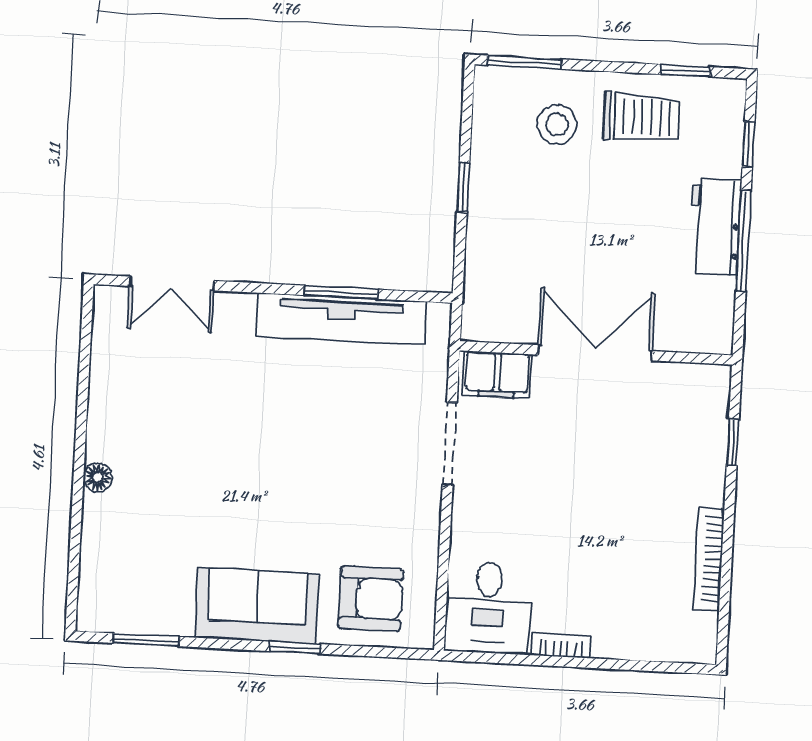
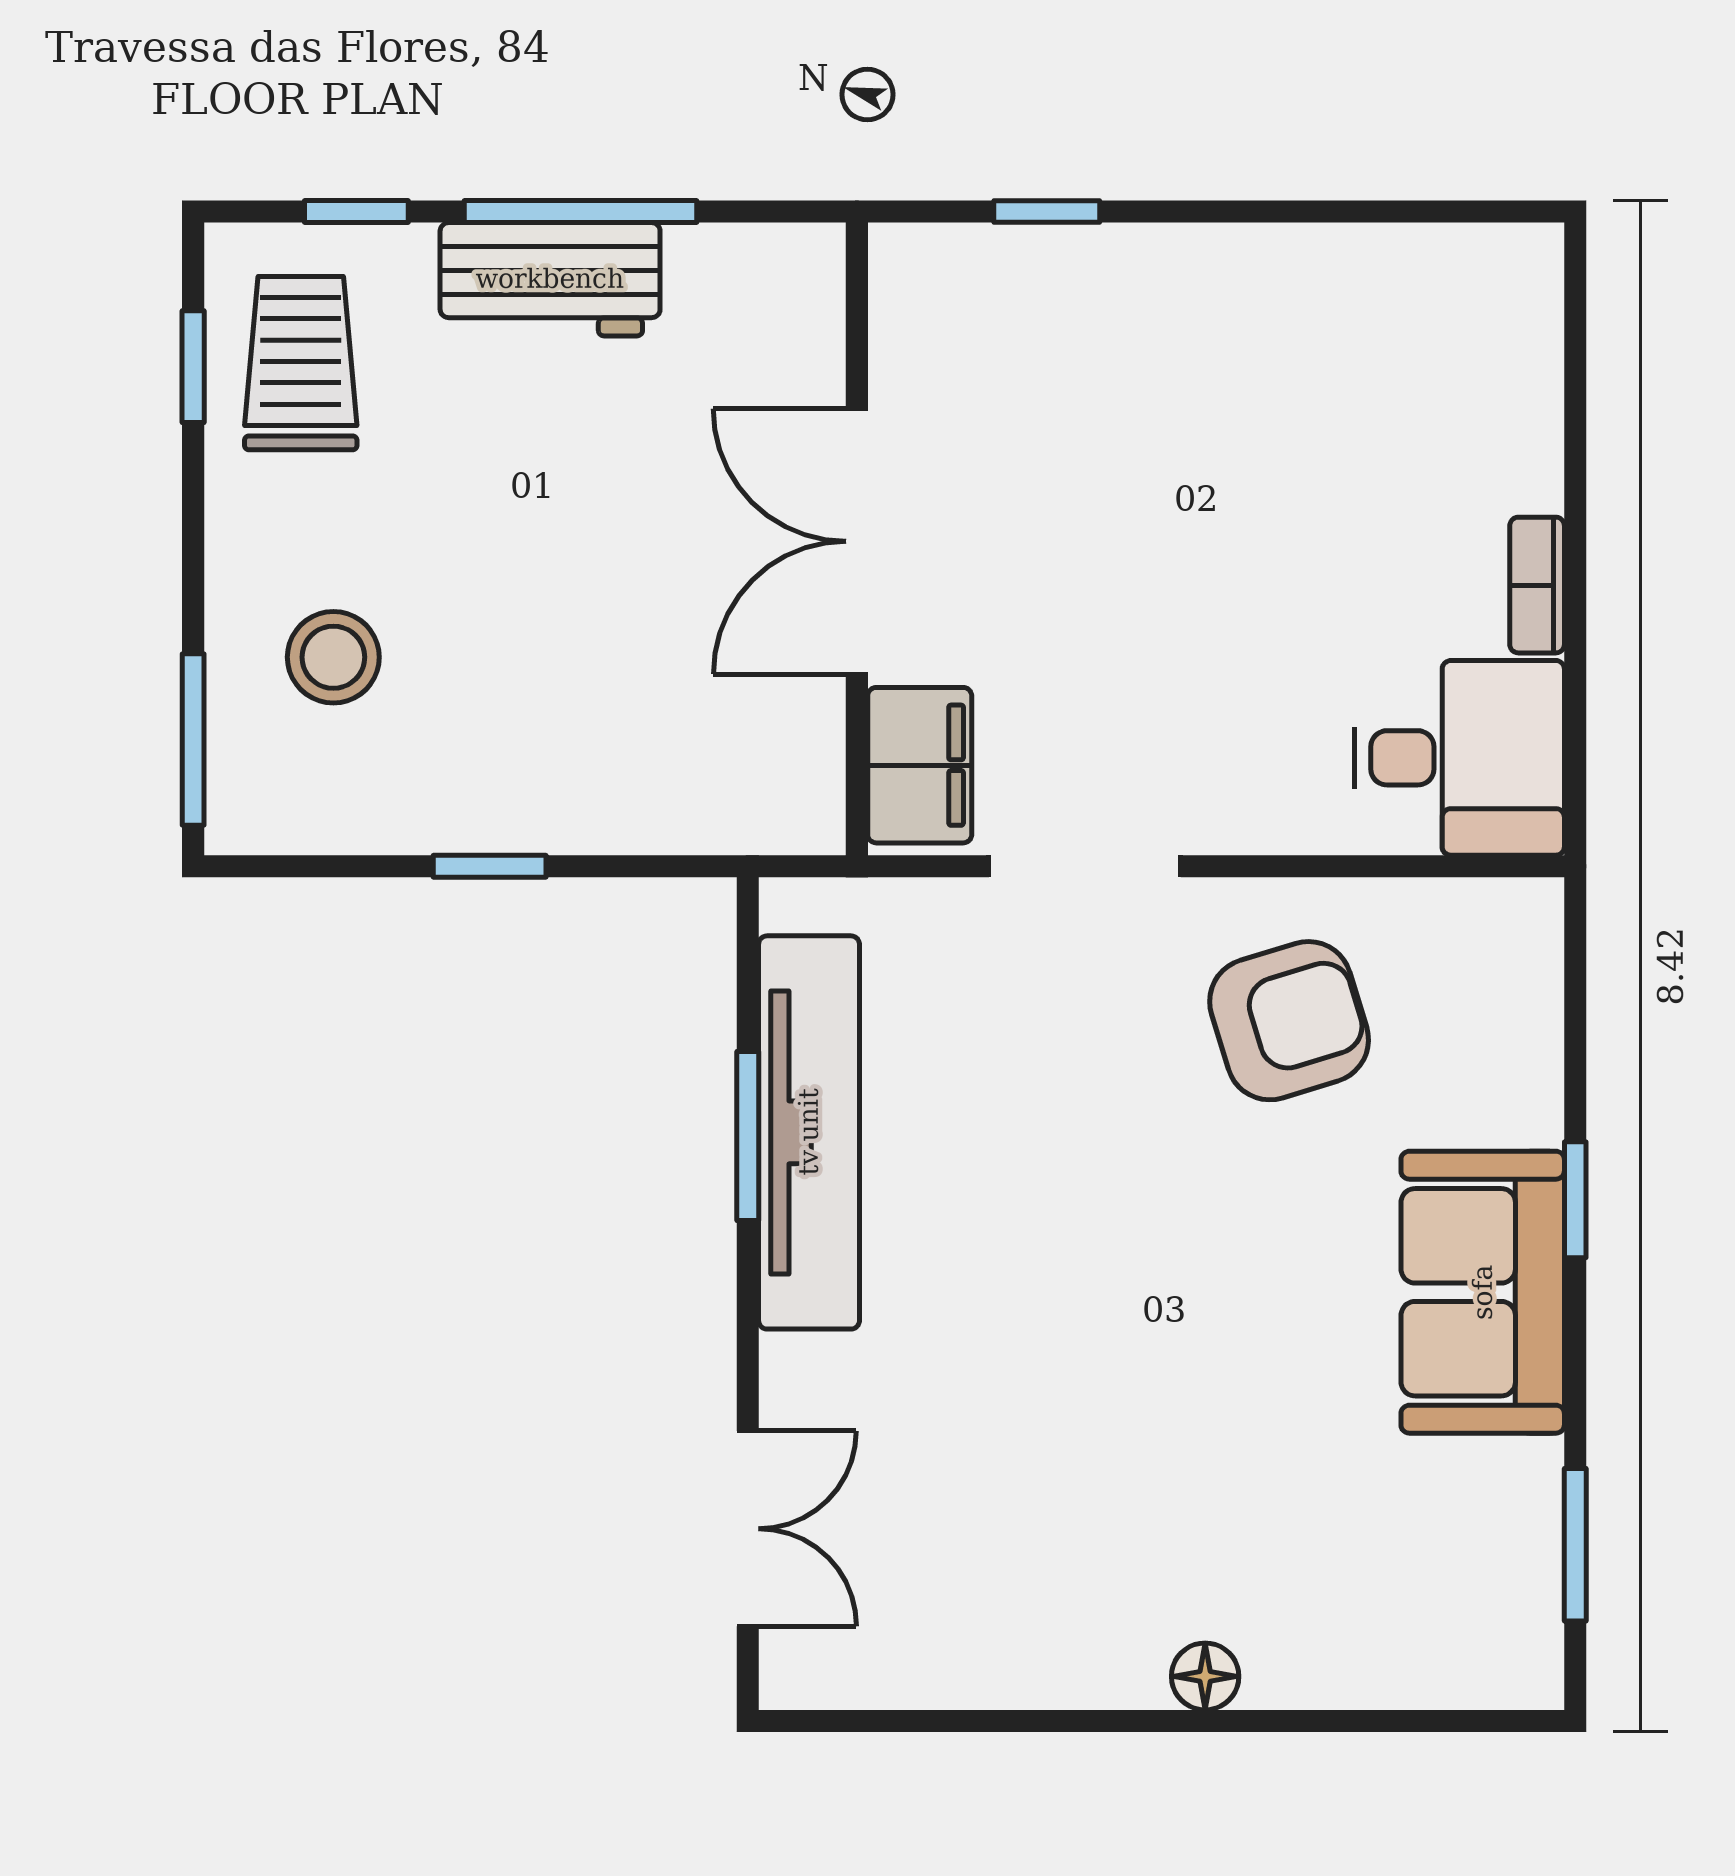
trolley: (642, 117) -> (301, 363), moved
bookcase: (709, 559) -> (1320, 253), removed
armchair: (371, 599) -> (1289, 1021), moved, turned 73

